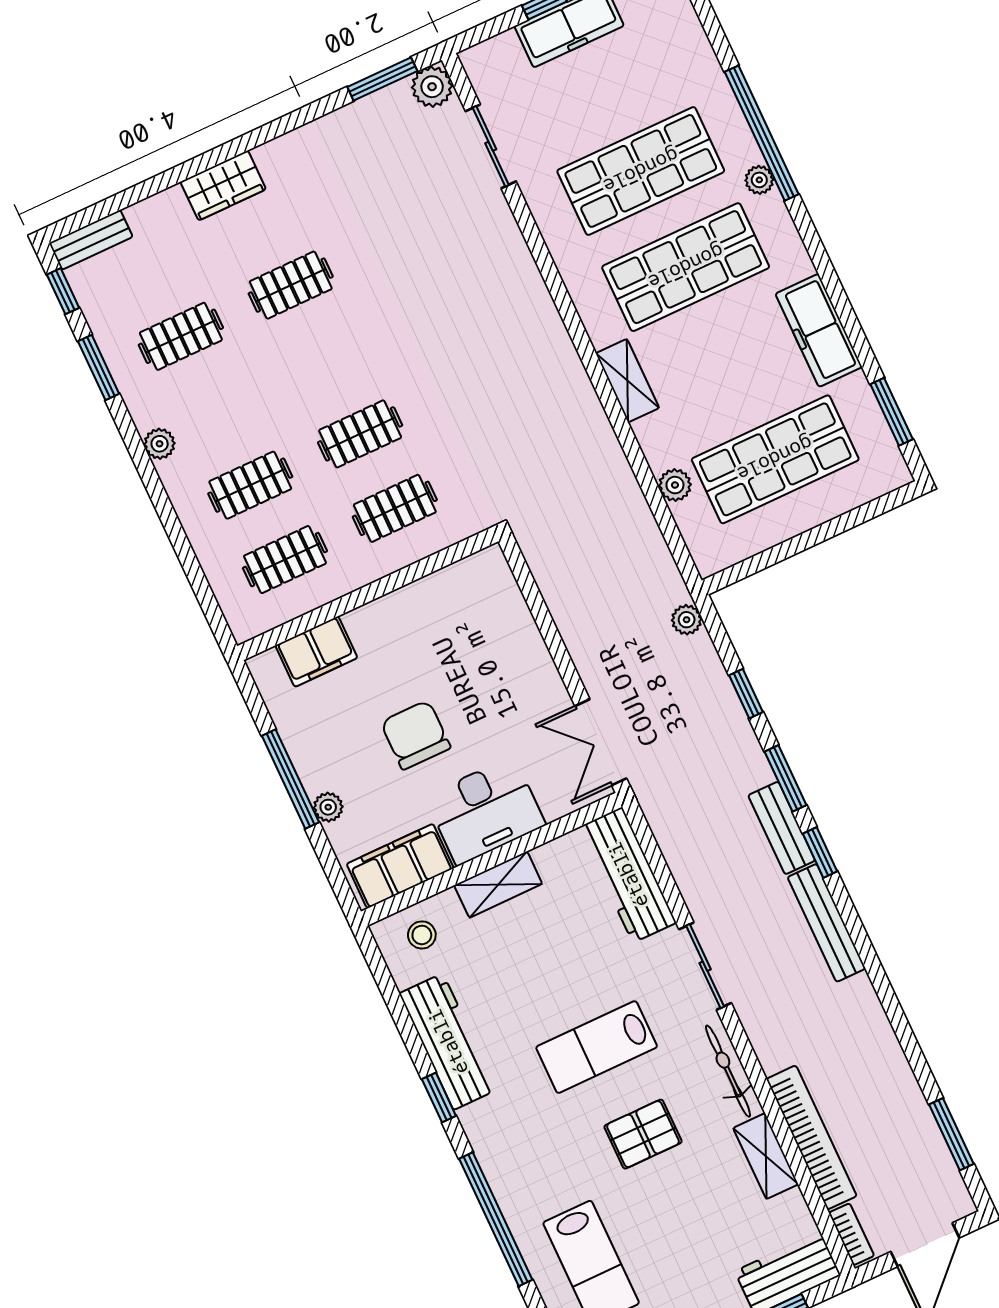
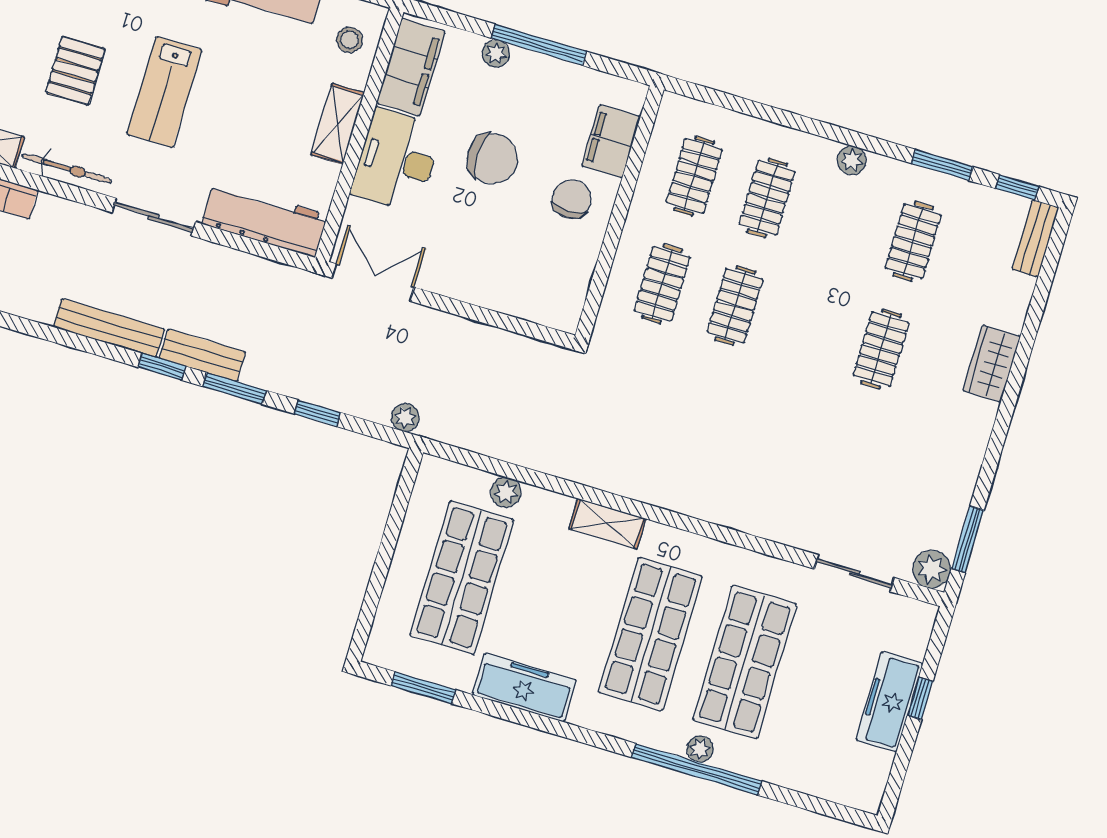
plant: (759, 180) -> (700, 749), moved
chair: (391, 642) -> (572, 199), added
lab bench: (597, 1047) -> (164, 92), turned 180

